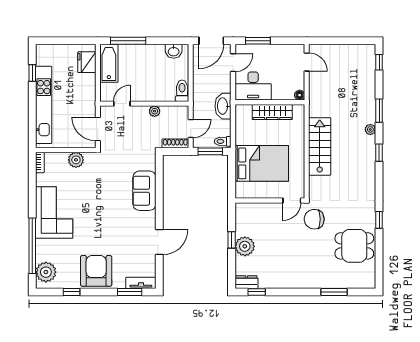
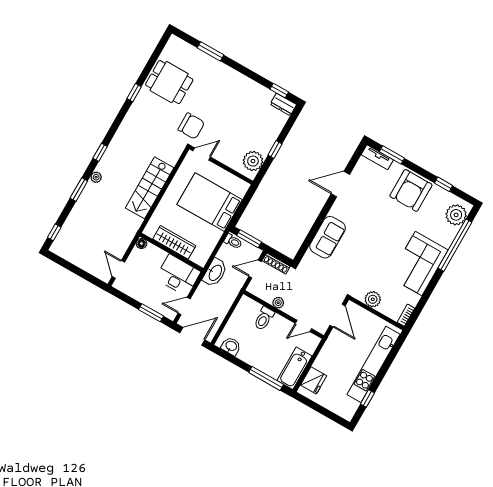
toilet: (182, 91) -> (264, 318), moved
plant: (245, 246) -> (253, 161), moved

